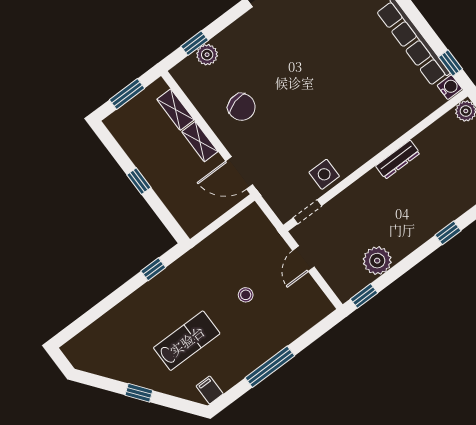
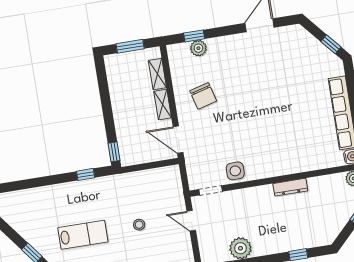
window: (139, 181) -> (114, 152), moved
door: (303, 259) -> (191, 221), hinge flipped

